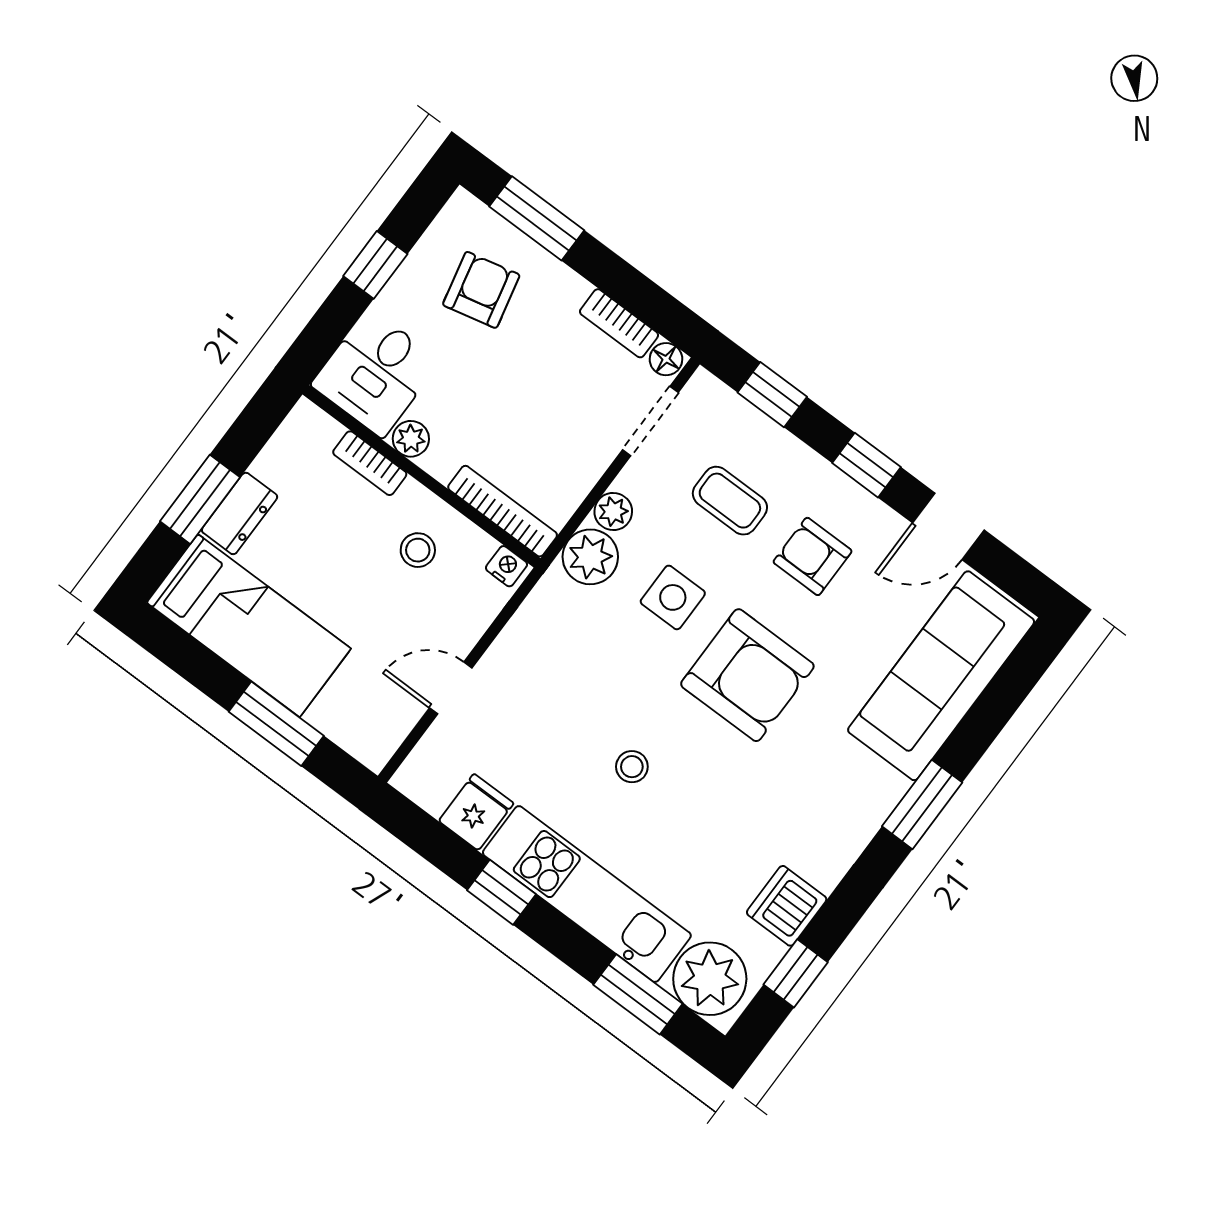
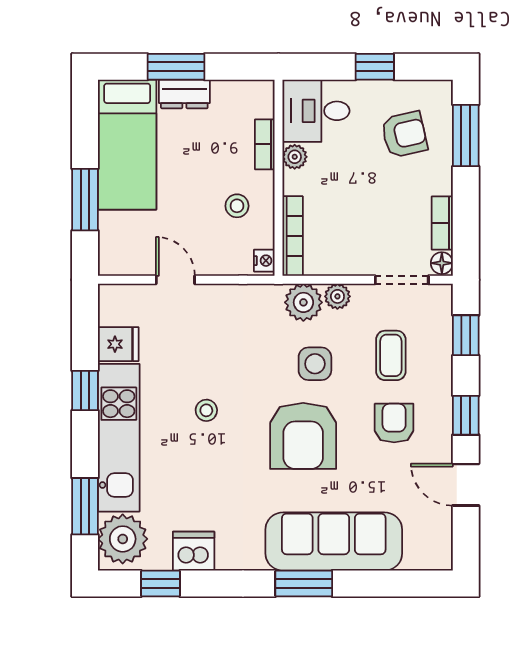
sofa: (941, 676) -> (334, 541), moved

